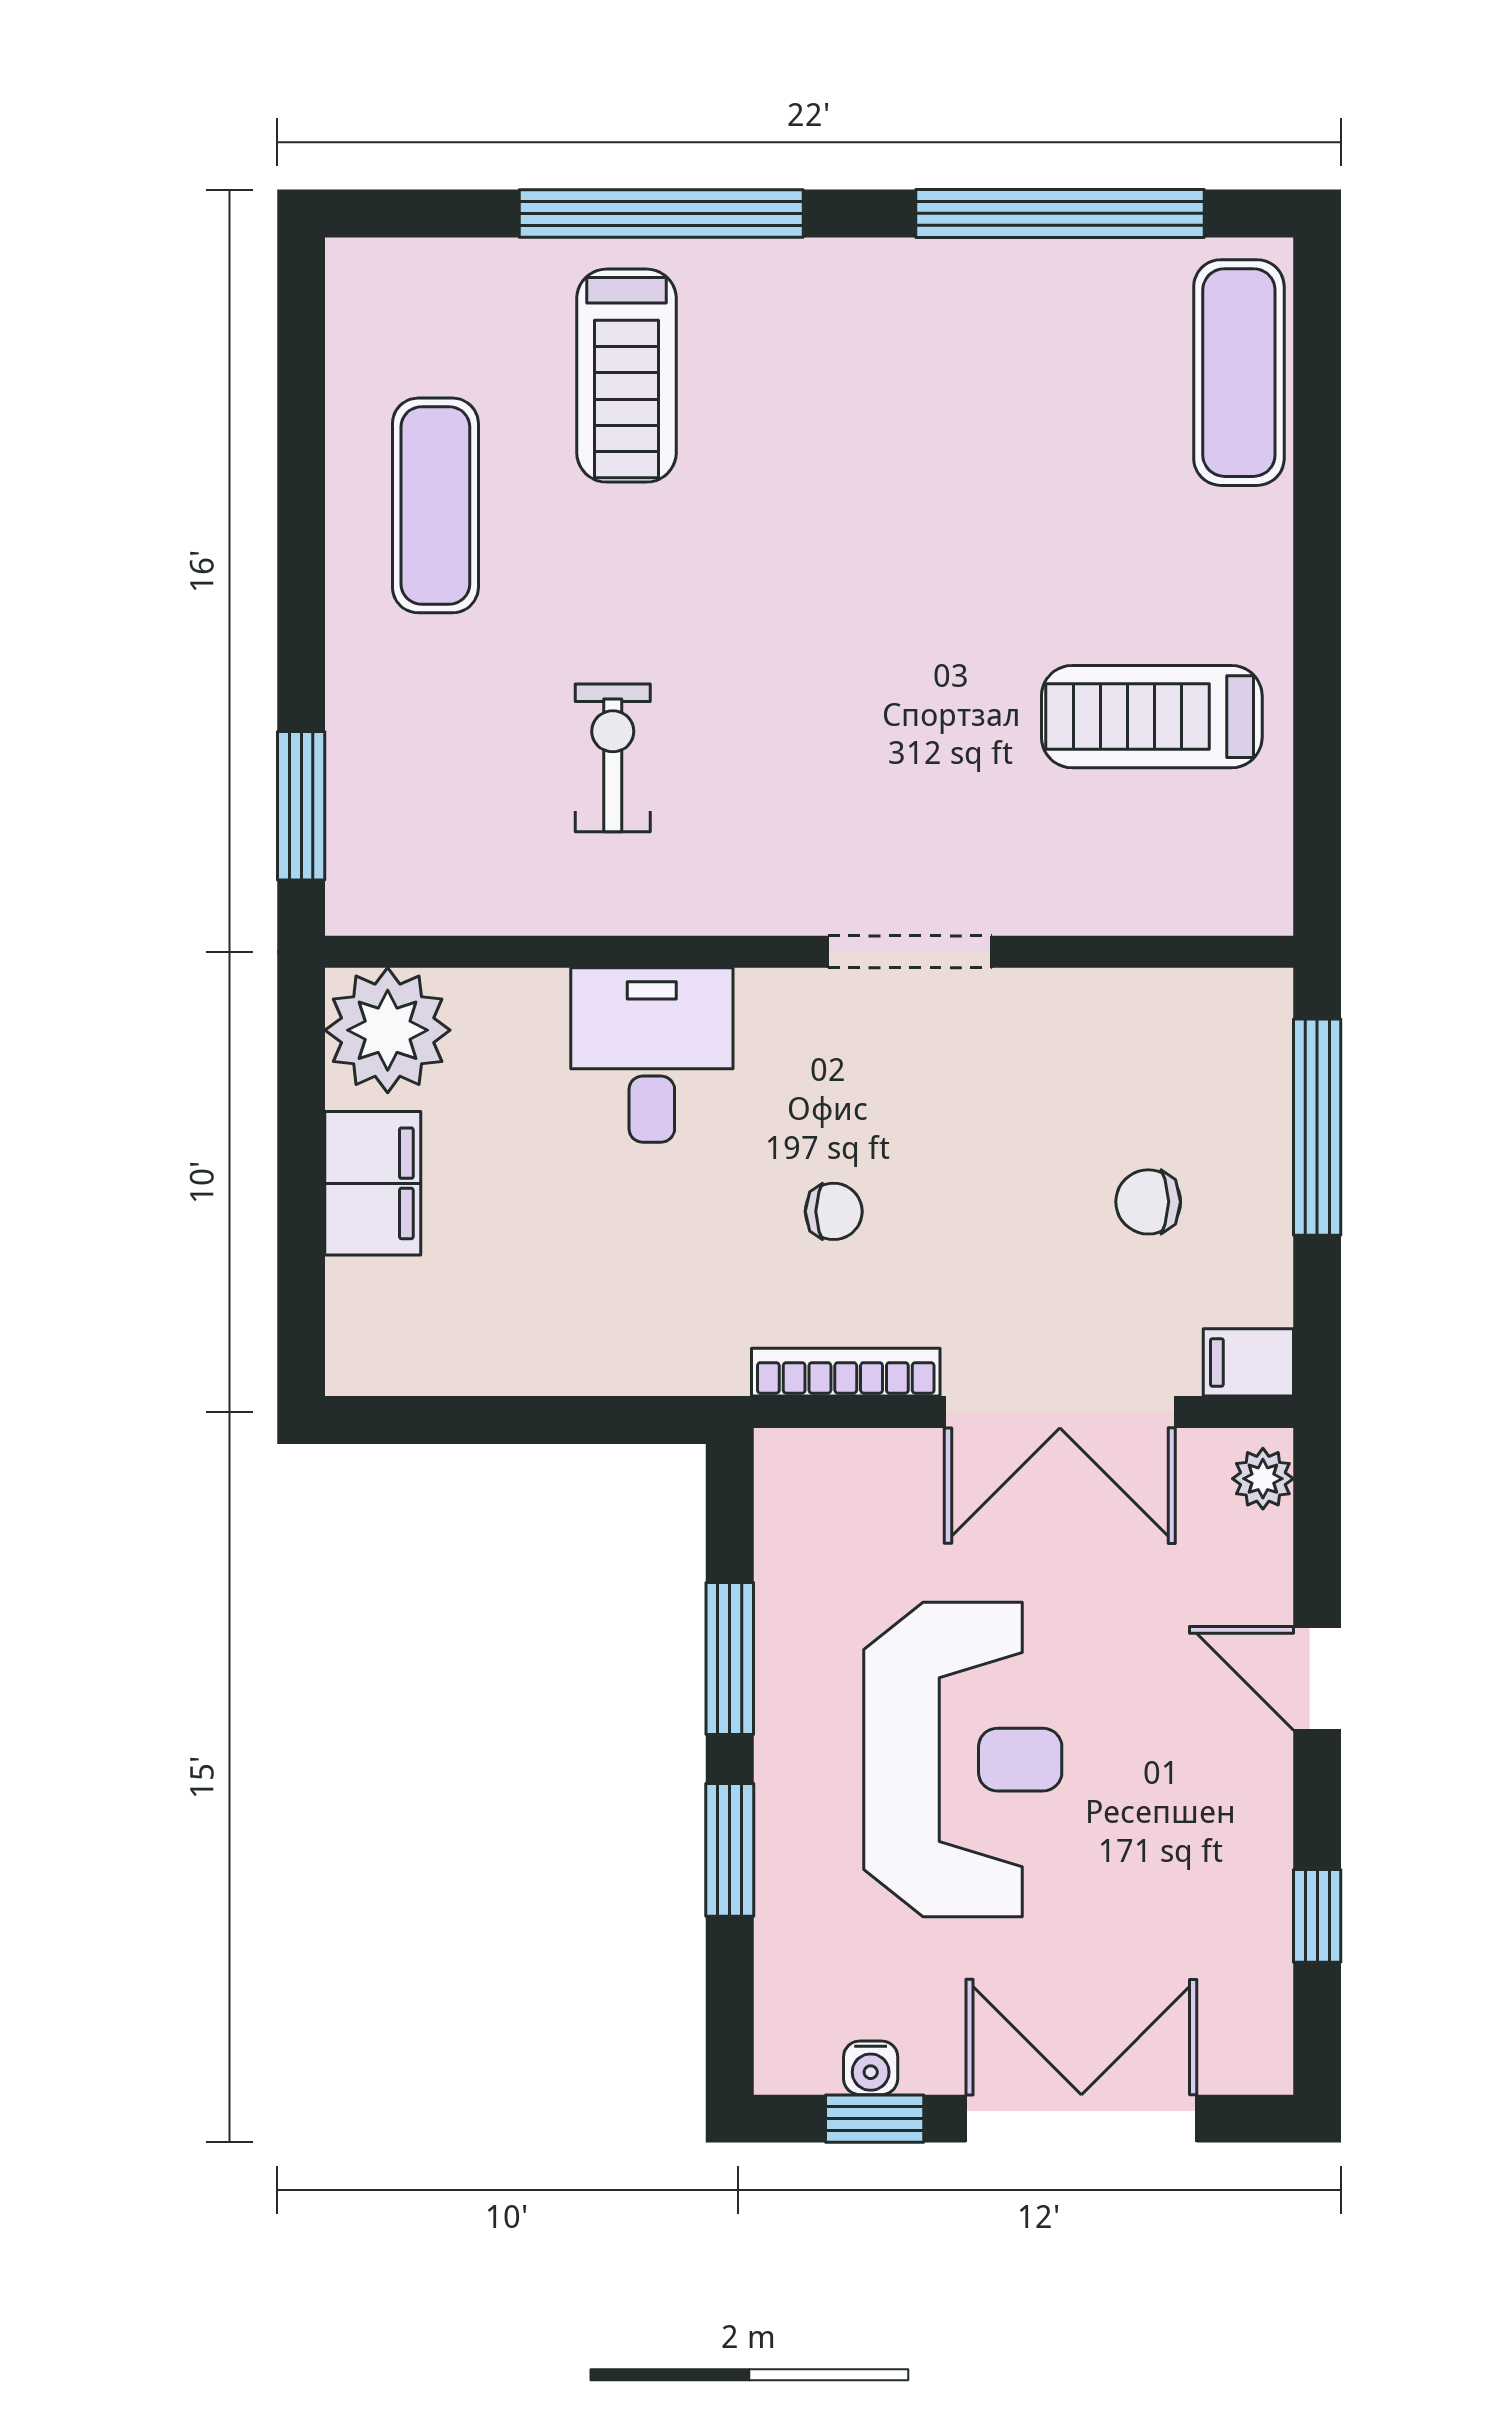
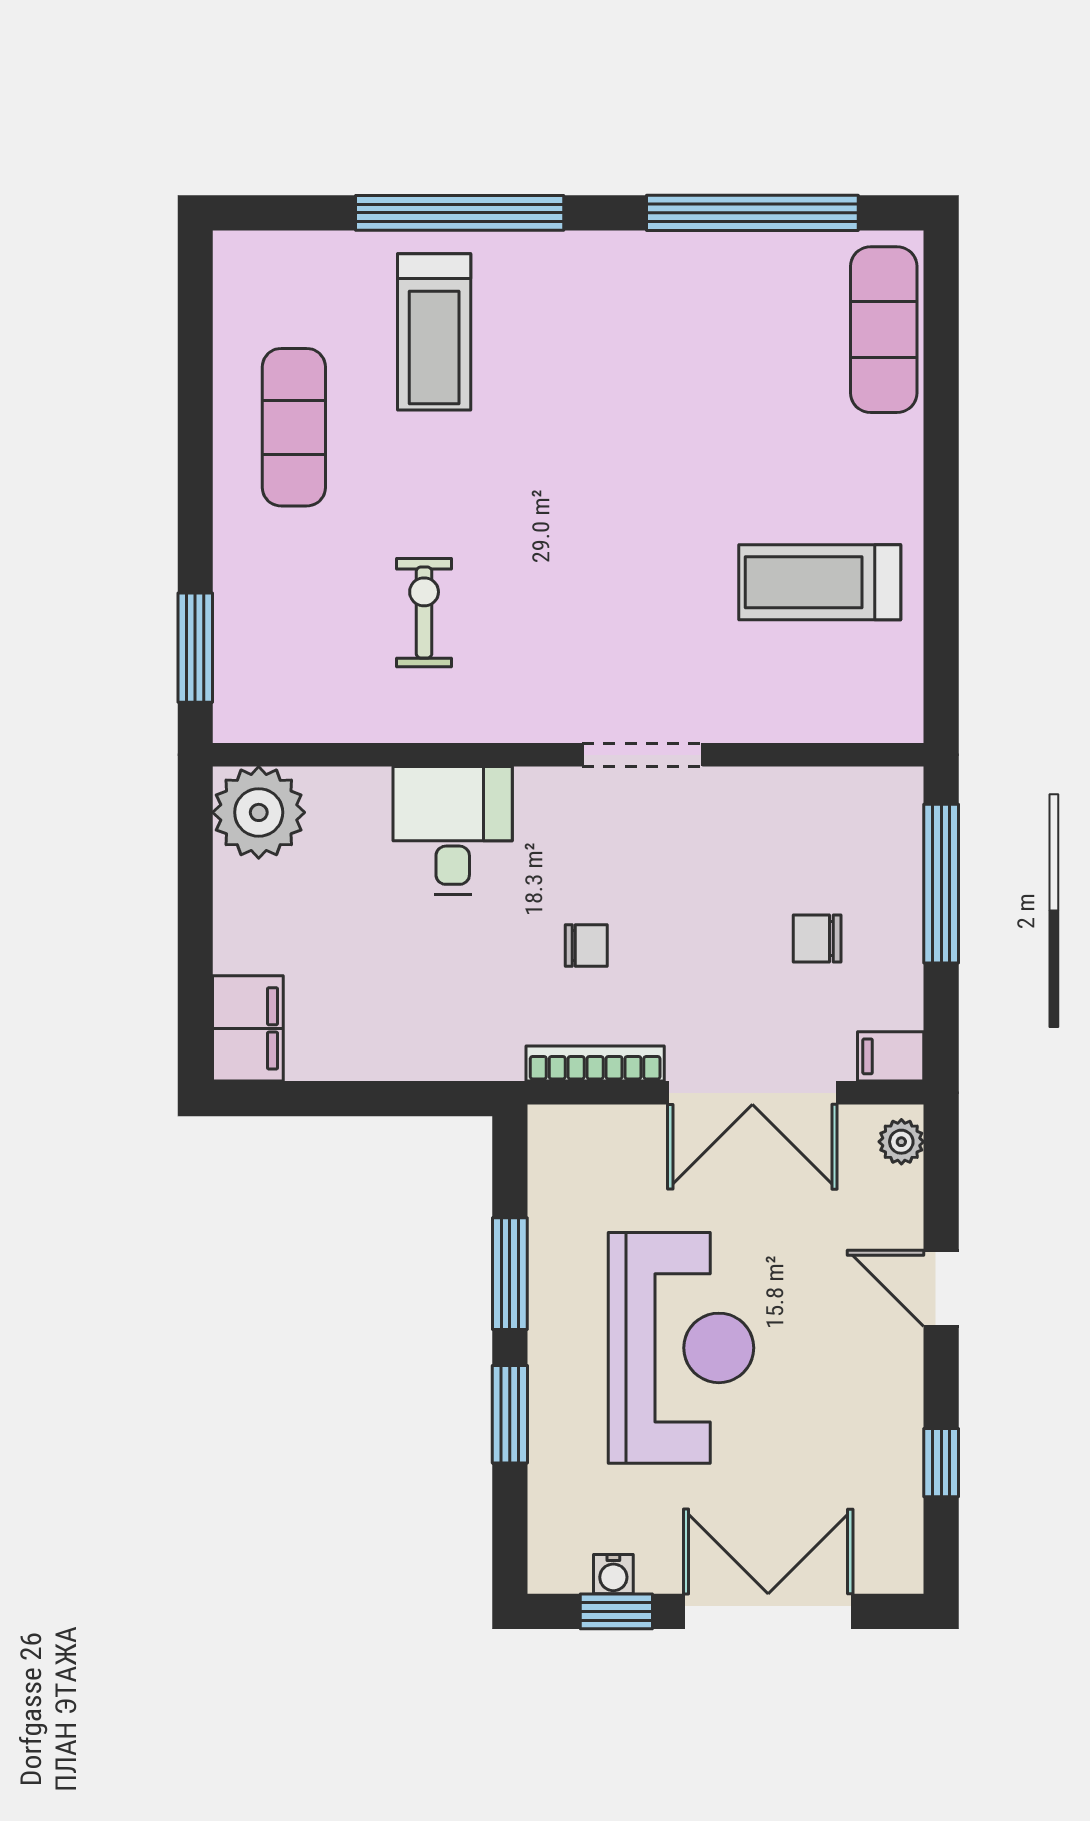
filing cabinet: (373, 1183) -> (248, 1028), moved

